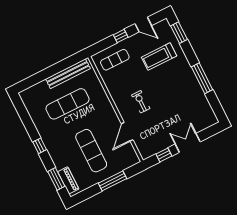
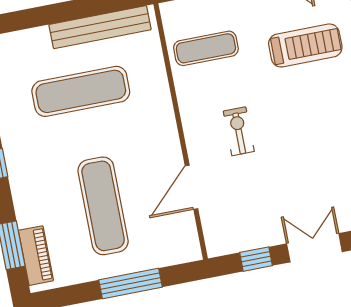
treadmill: (159, 57) -> (305, 45), turned 180
exercise mat: (115, 60) -> (206, 48), moved

